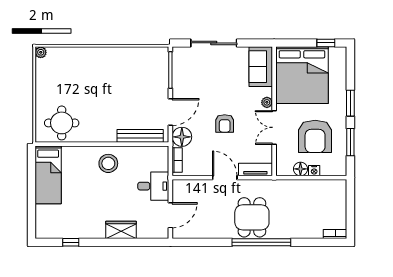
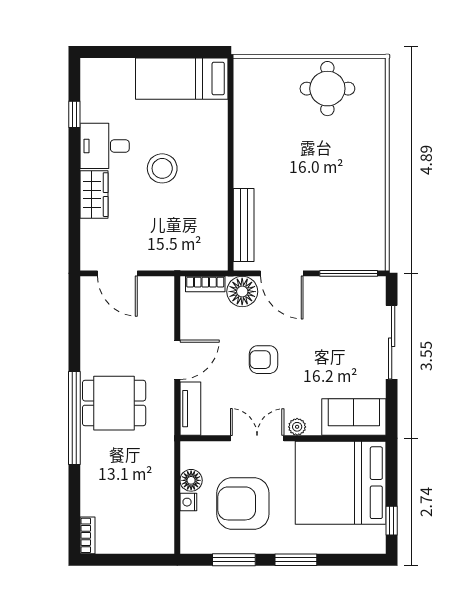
plant: (41, 52) -> (377, 67), removed
round table: (62, 123) -> (327, 89), moved
stool: (108, 163) -> (162, 168), moved
desk: (153, 186) -> (105, 146), moved, turned 90

